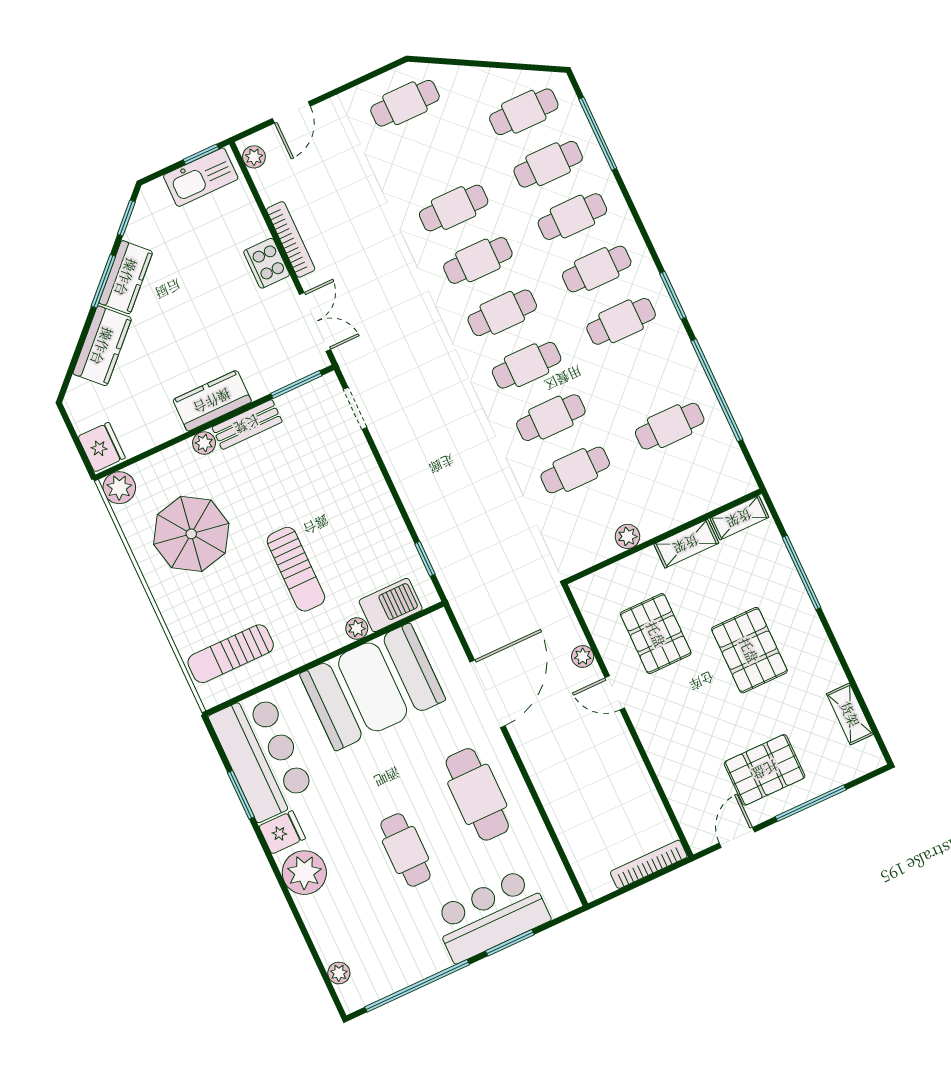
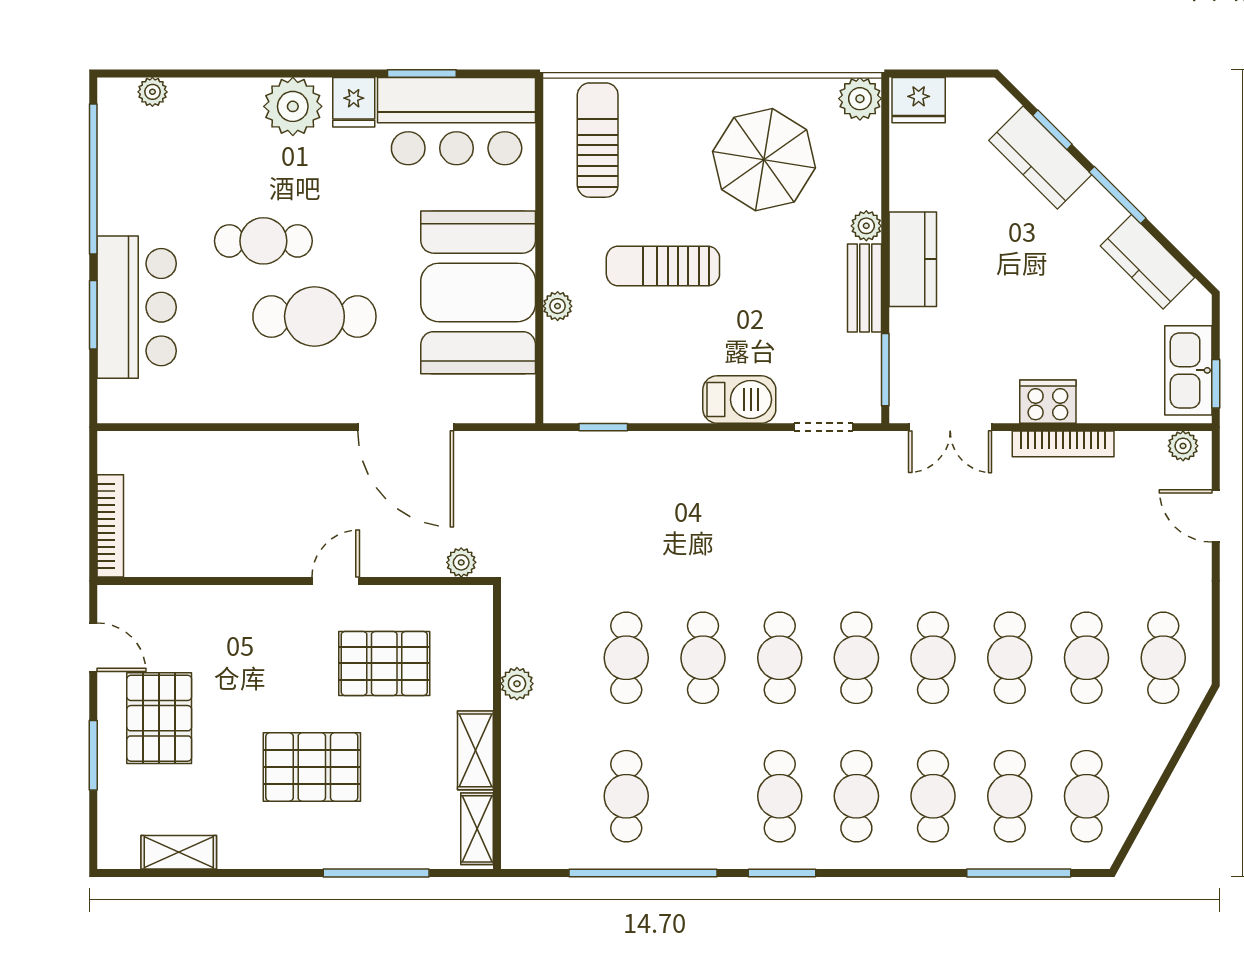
cafe table: (429, 156) -> (1086, 658), added
window: (126, 218) -> (1052, 130), moved
kitchen counter: (126, 277) -> (1147, 262), moved
barbecue: (391, 605) -> (739, 400), moved, turned -90
plant: (583, 657) -> (461, 562), moved
cafe table: (477, 794) -> (314, 316), moved
window: (811, 803) -> (93, 755), width x0.69

